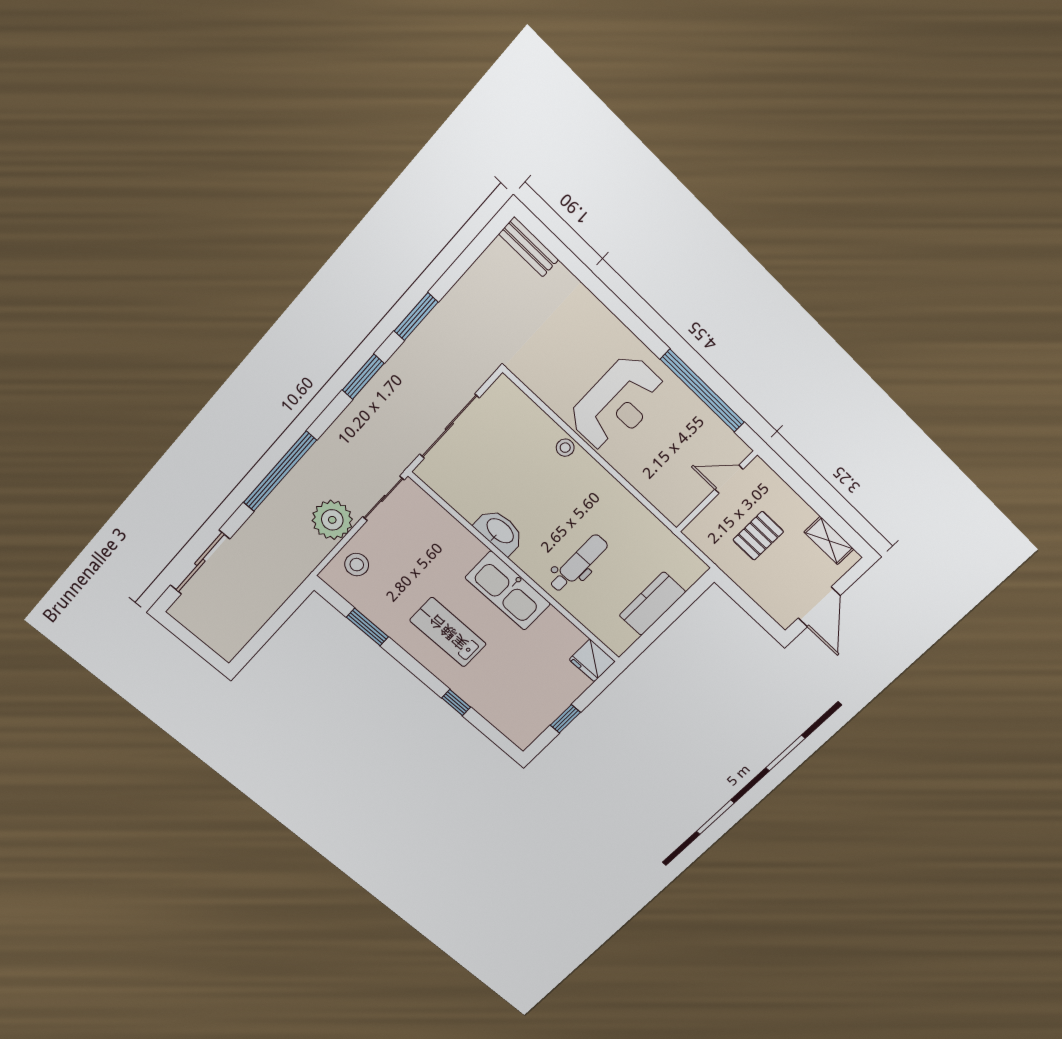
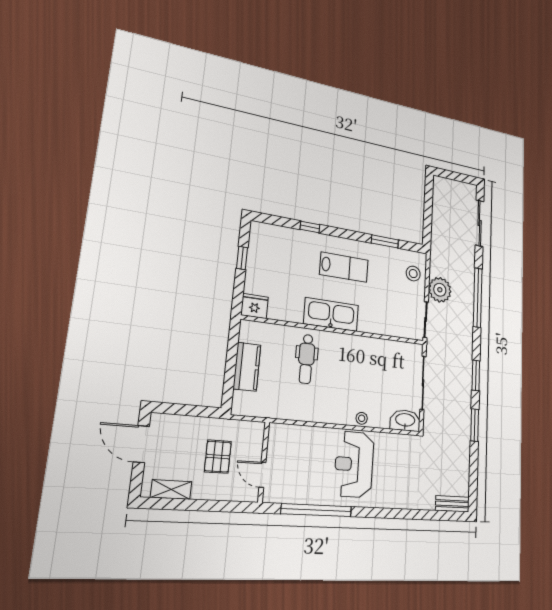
door: (729, 479) -> (262, 475), swing flipped
washbasin: (500, 531) -> (405, 420), moved, turned 180

